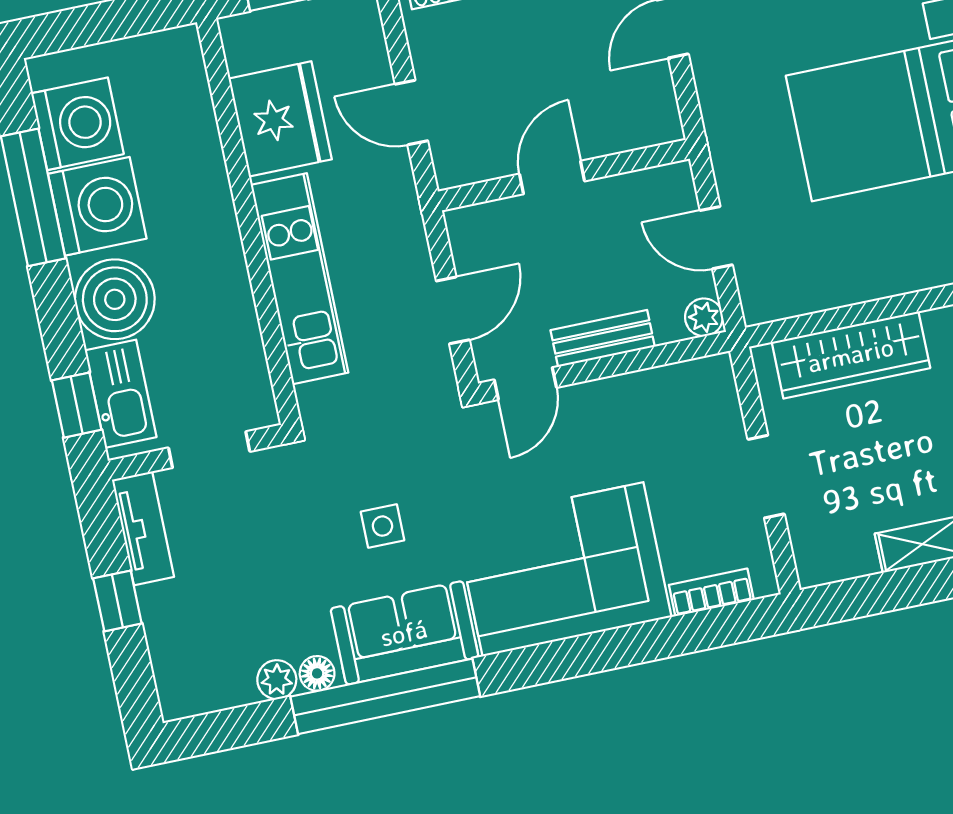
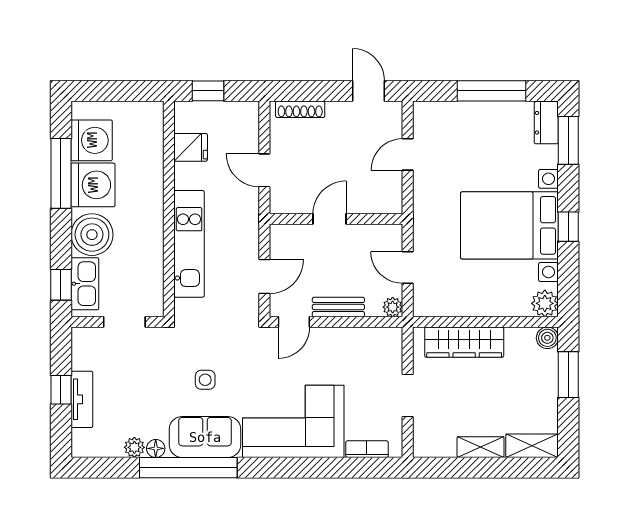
fridge: (280, 119) -> (191, 147), width x0.53, depth x0.75
tv unit: (143, 528) -> (82, 399), moved

